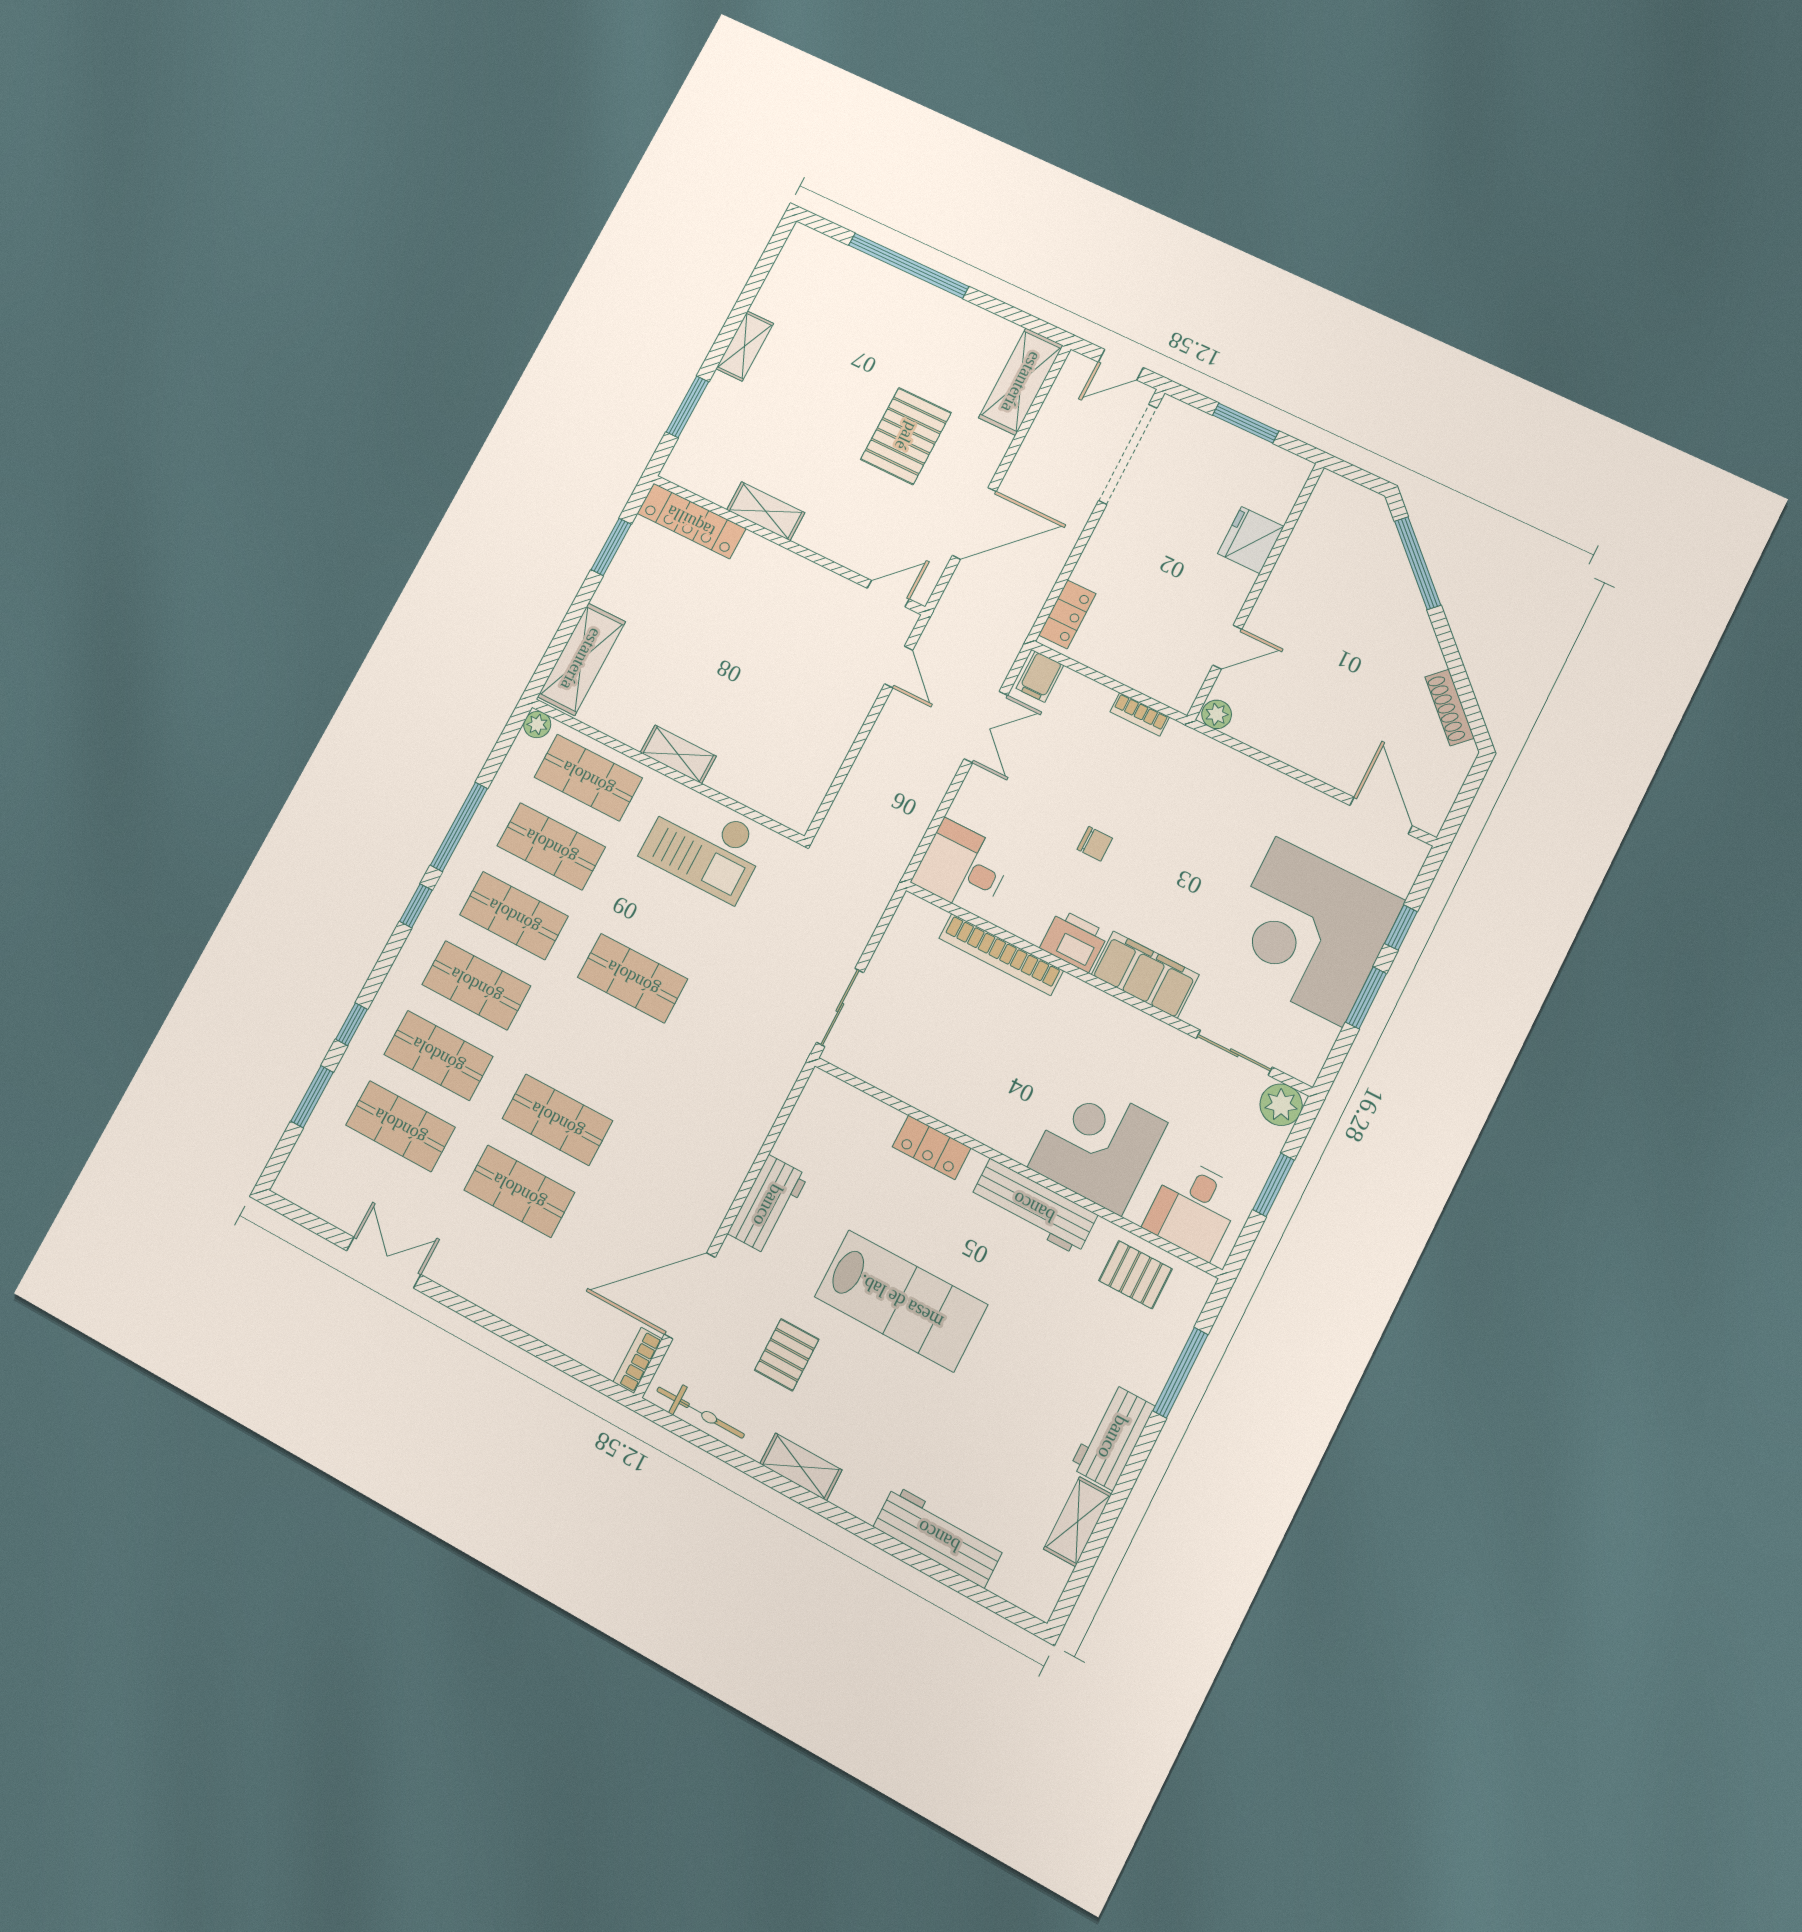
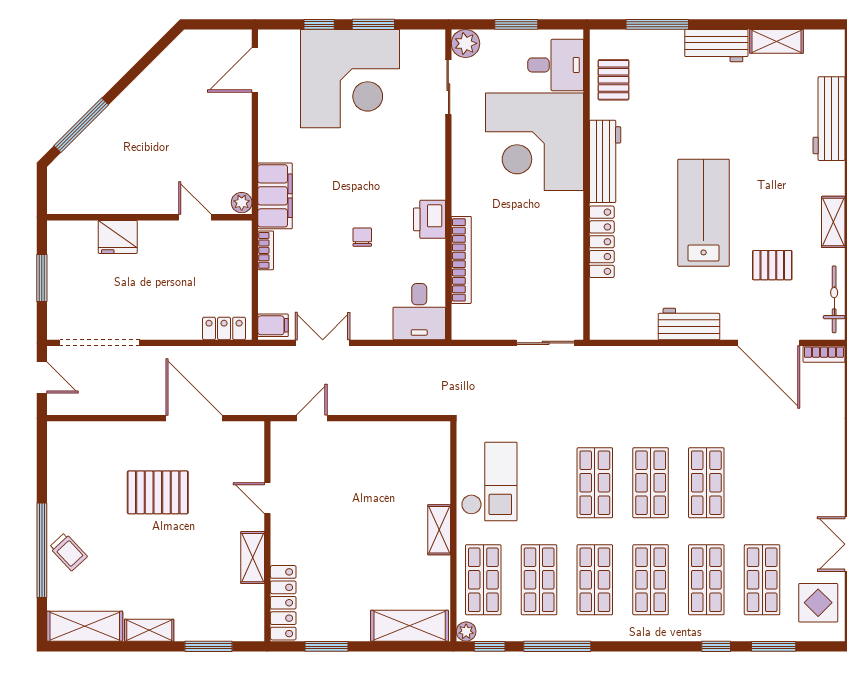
trolley: (890, 296) -> (68, 552), added
shelving: (1021, 382) -> (85, 626), moved
door: (888, 594) -> (267, 498), moved
shoe rack: (1450, 708) -> (165, 61), removed
window: (416, 906) -> (490, 646), moved
filing cabinet: (1145, 975) -> (275, 196), moved, turned 180
corner desk: (1098, 1145) -> (535, 142), width x1.36, depth x1.36
locker: (932, 1147) -> (602, 242), width x1.53
display table: (334, 1182) -> (818, 603), added
shop shelf: (519, 1191) -> (651, 483), moved

